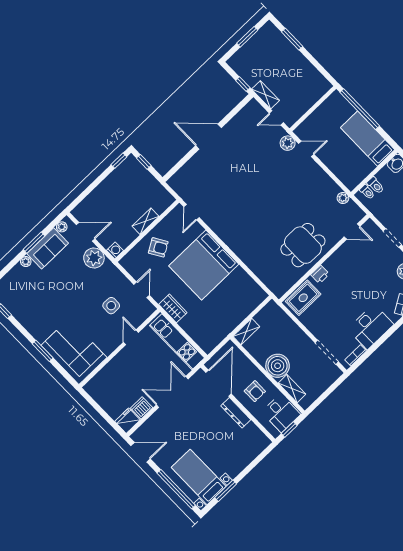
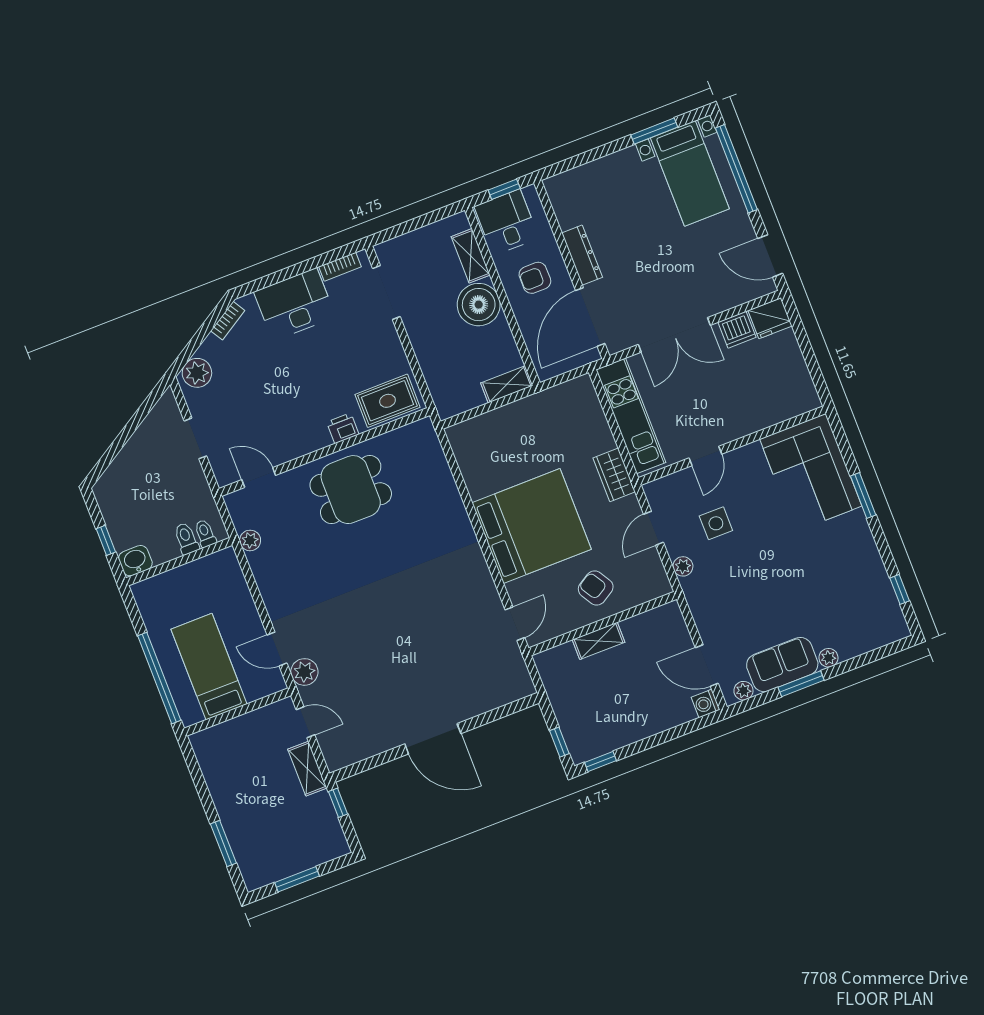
bed: (368, 139) -> (209, 667), moved, turned 180
washing machine: (115, 250) -> (706, 704), moved
plant: (94, 258) -> (683, 566), moved, width x0.53, depth x0.53
armchair: (255, 391) -> (535, 278), turned -90

